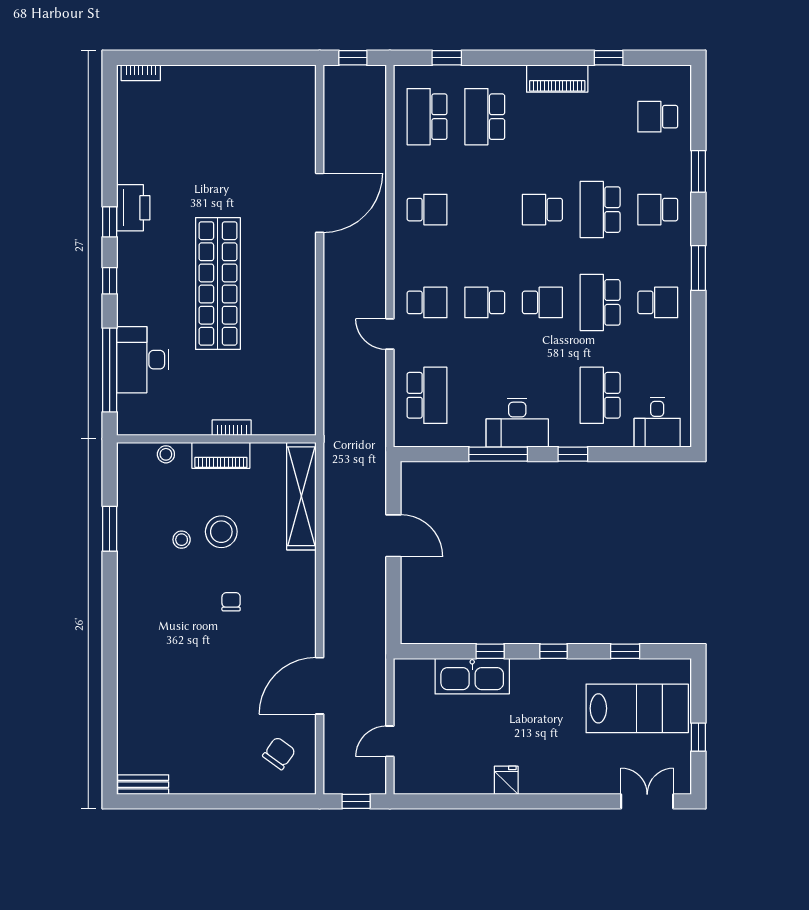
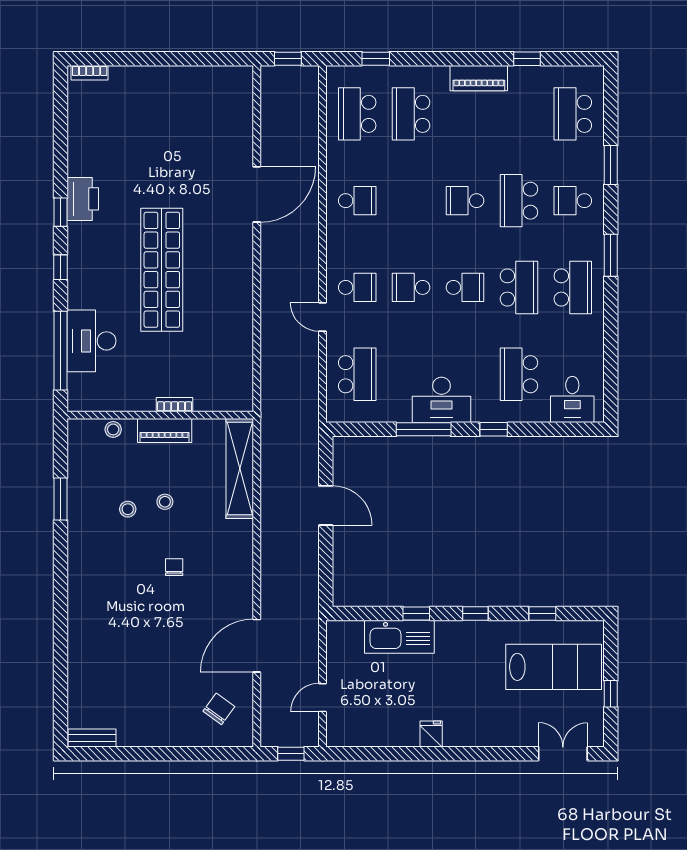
school desk: (658, 117) -> (573, 114), width x1.85
school desk: (600, 302) -> (519, 287), turned 180
school desk: (658, 302) -> (573, 287), width x1.85
stool: (221, 532) -> (165, 502), width x0.53, depth x0.53

